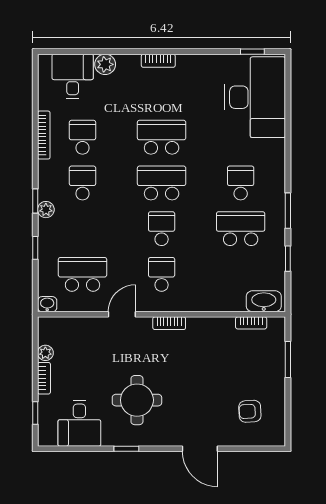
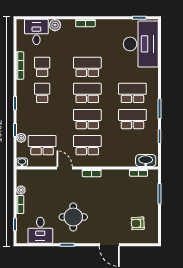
school desk: (241, 183) -> (132, 93), width x1.85
plant: (46, 210) -> (21, 138), moved
school desk: (162, 229) -> (87, 119), width x1.85
school desk: (162, 274) -> (87, 145), width x1.85
door: (122, 314) -> (65, 168), hinge flipped

